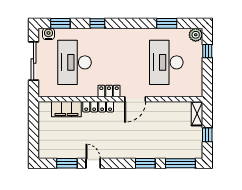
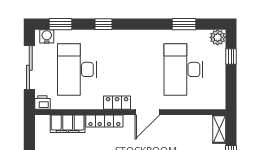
printer: (45, 91) -> (42, 102), added

